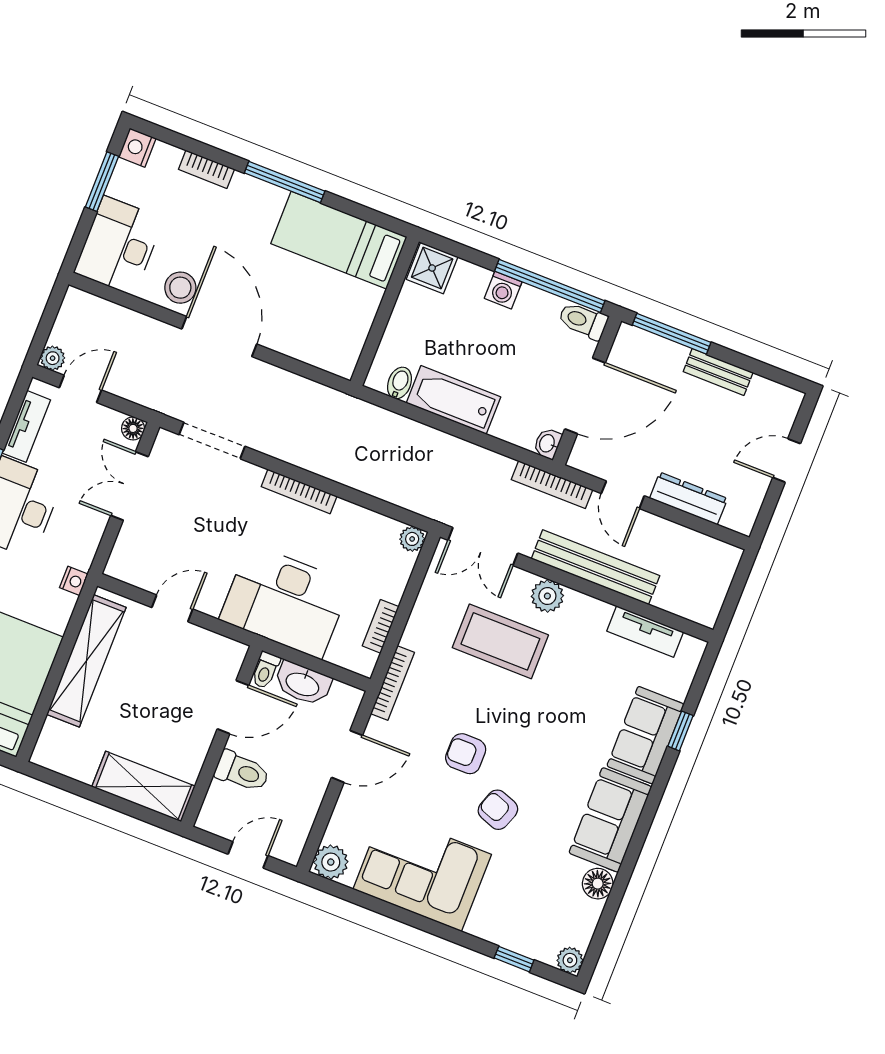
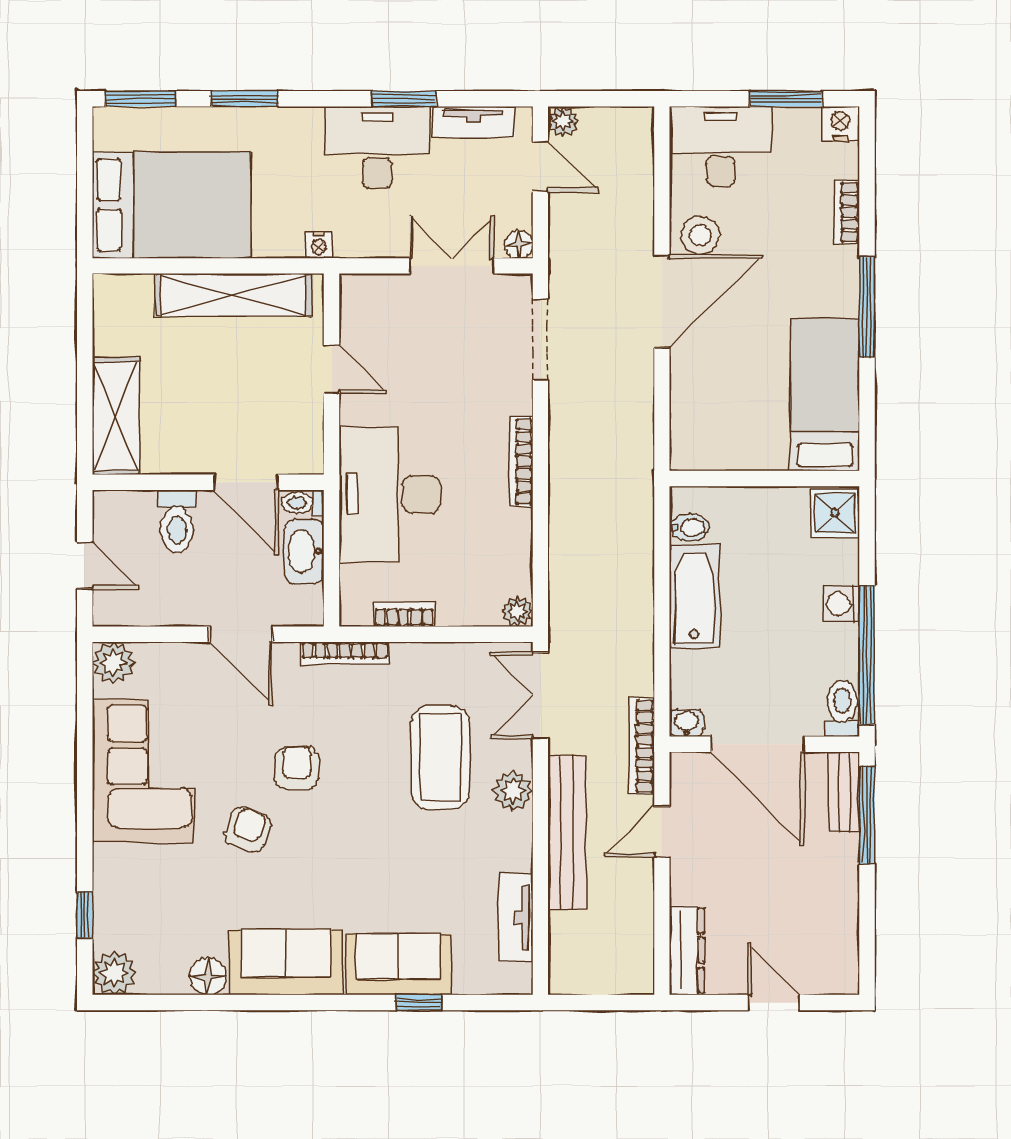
bench: (718, 372) -> (844, 792), moved
dresser: (689, 498) -> (687, 950), moved
plant: (570, 960) -> (114, 973), width x1.38, depth x1.38

